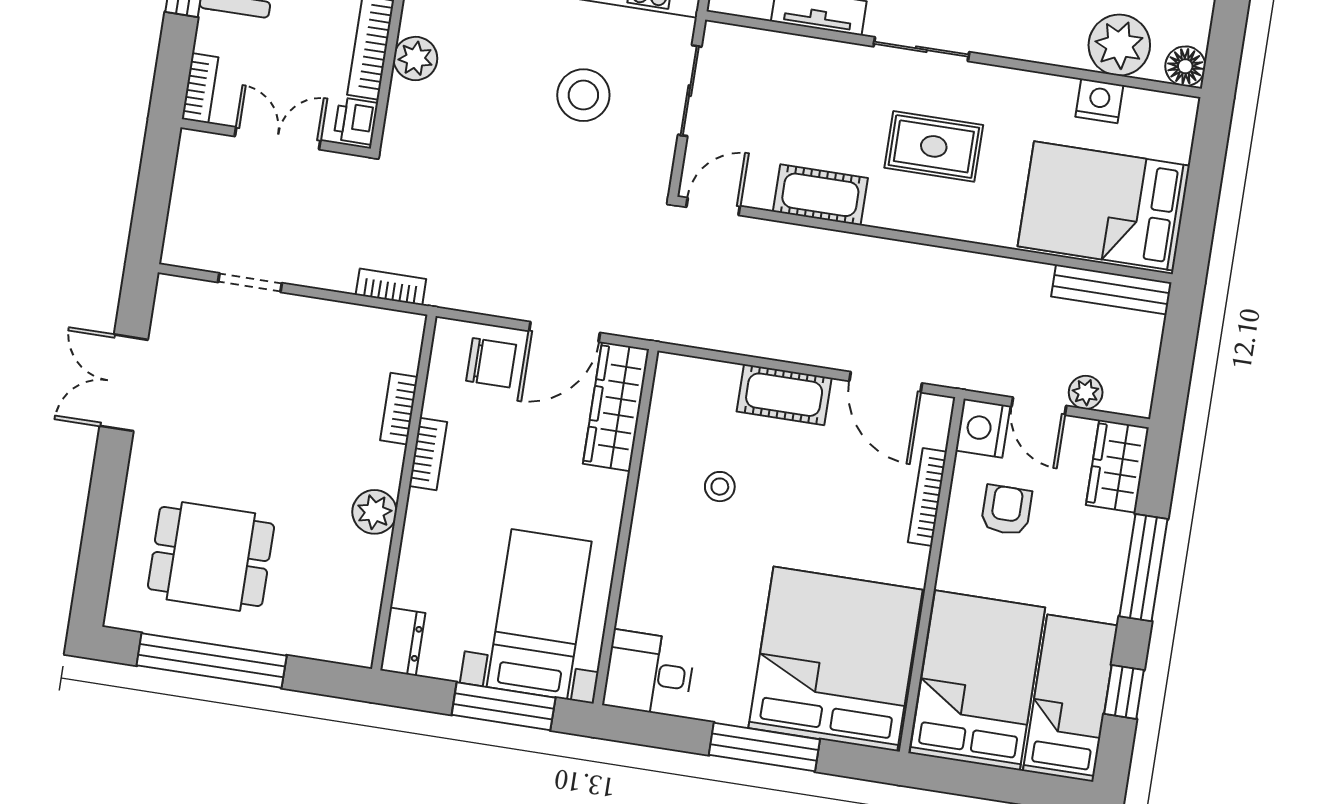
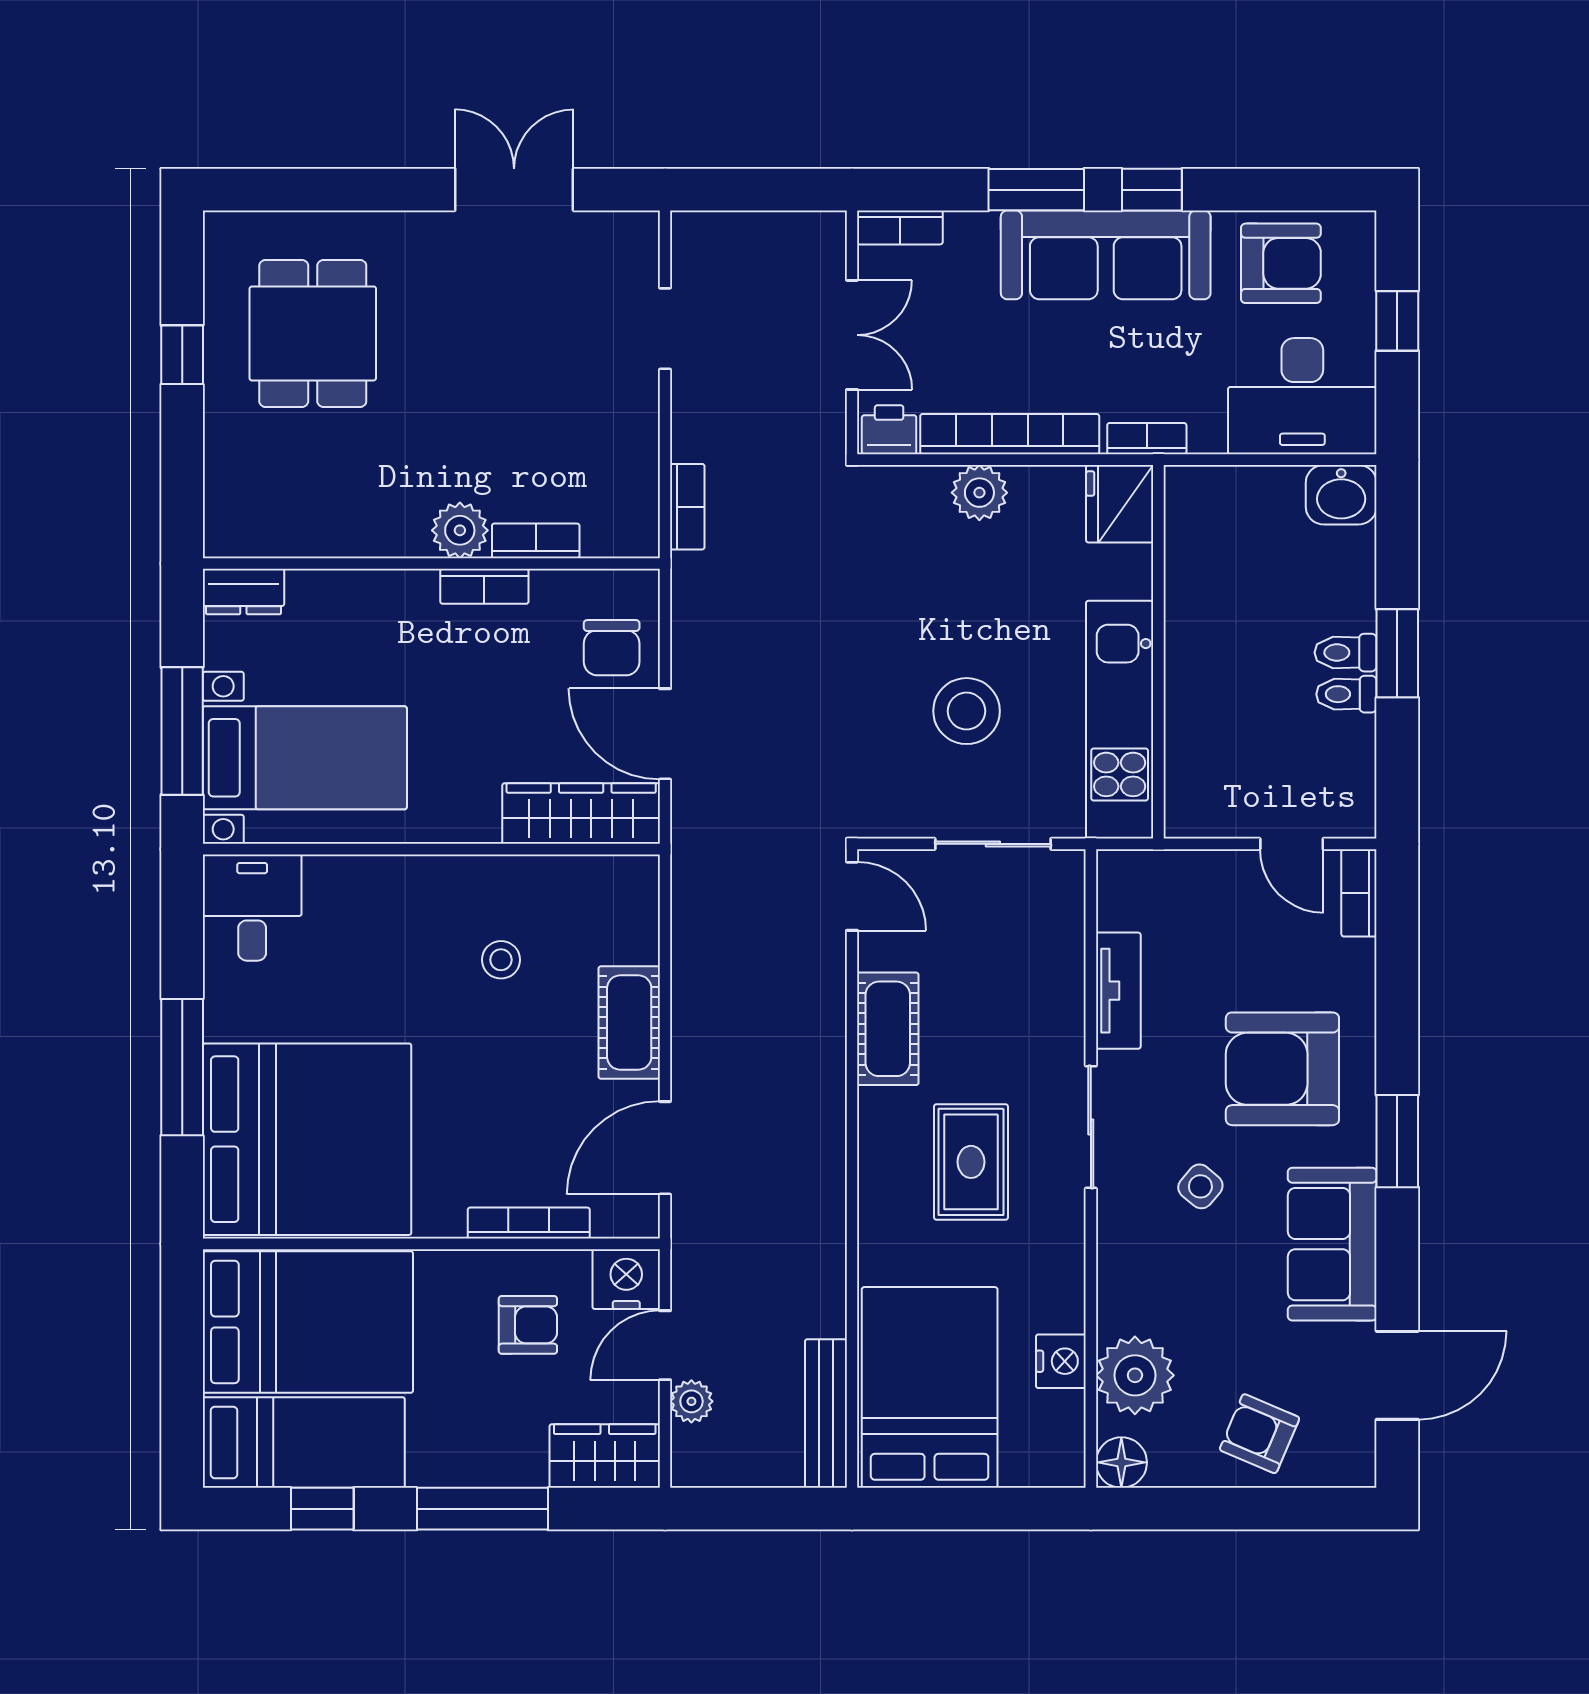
plant: (374, 512) -> (460, 530), moved
window: (212, 661) -> (182, 355), width x0.32

